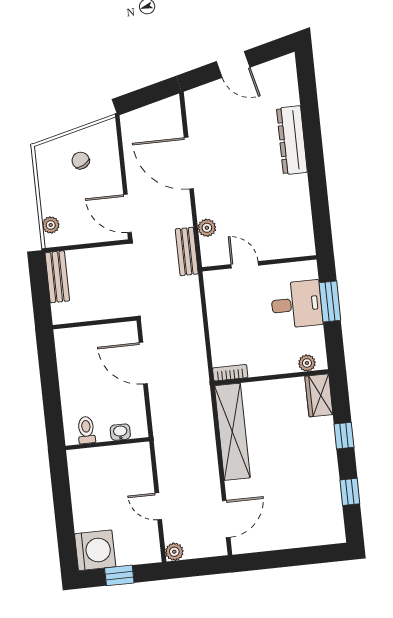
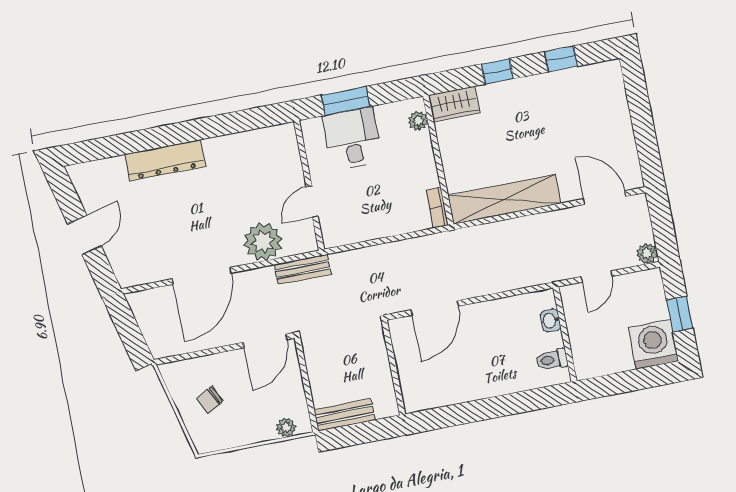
plant: (207, 228) -> (263, 242), width x1.88, depth x1.88
toilet: (86, 430) -> (552, 360), moved
washbasin: (120, 432) -> (551, 321), moved
wall: (107, 444) -> (565, 334), moved

